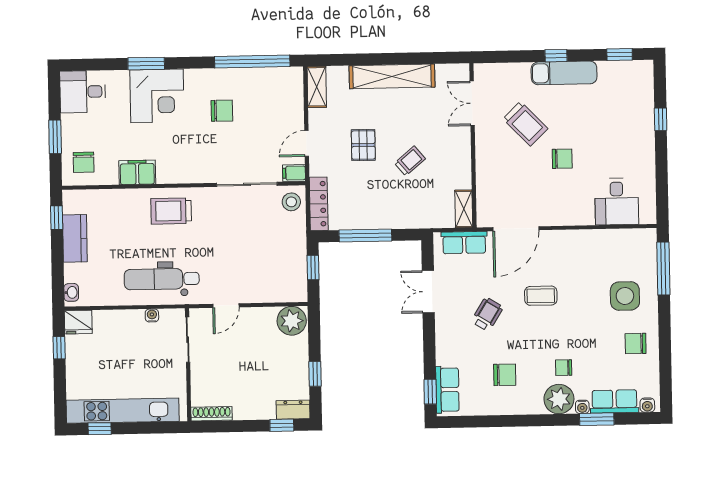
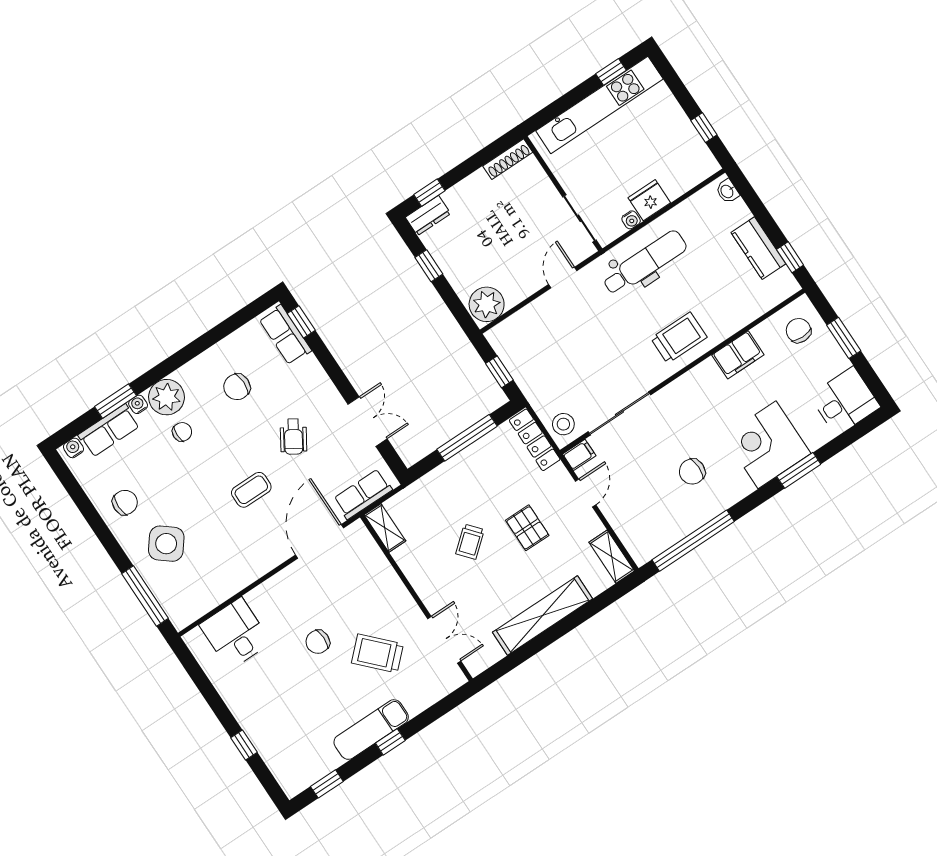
side table: (625, 296) -> (166, 544), turned 38
fridge: (78, 322) -> (649, 200), moved

